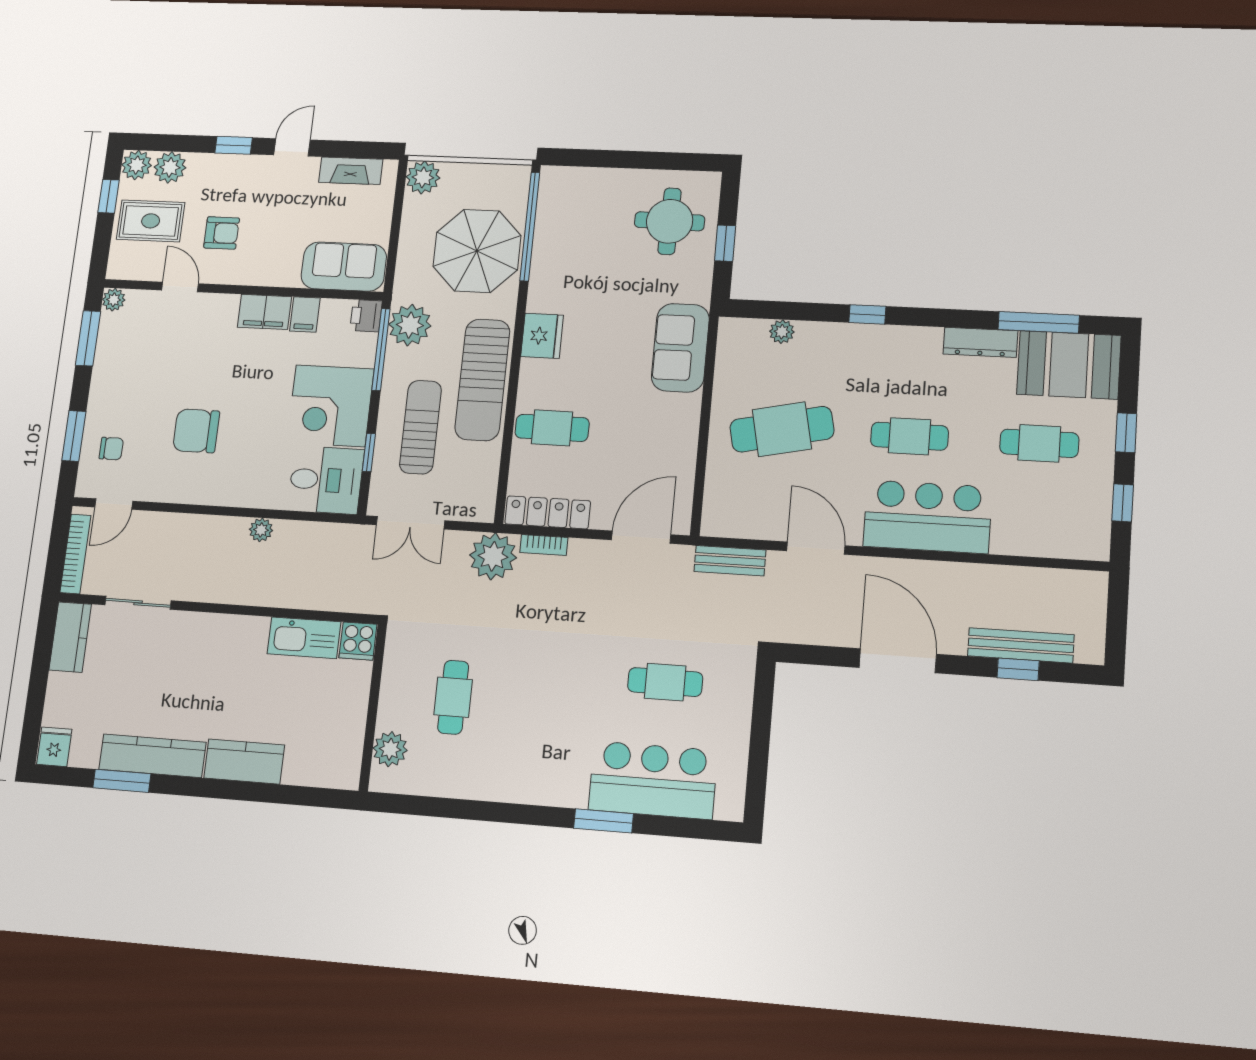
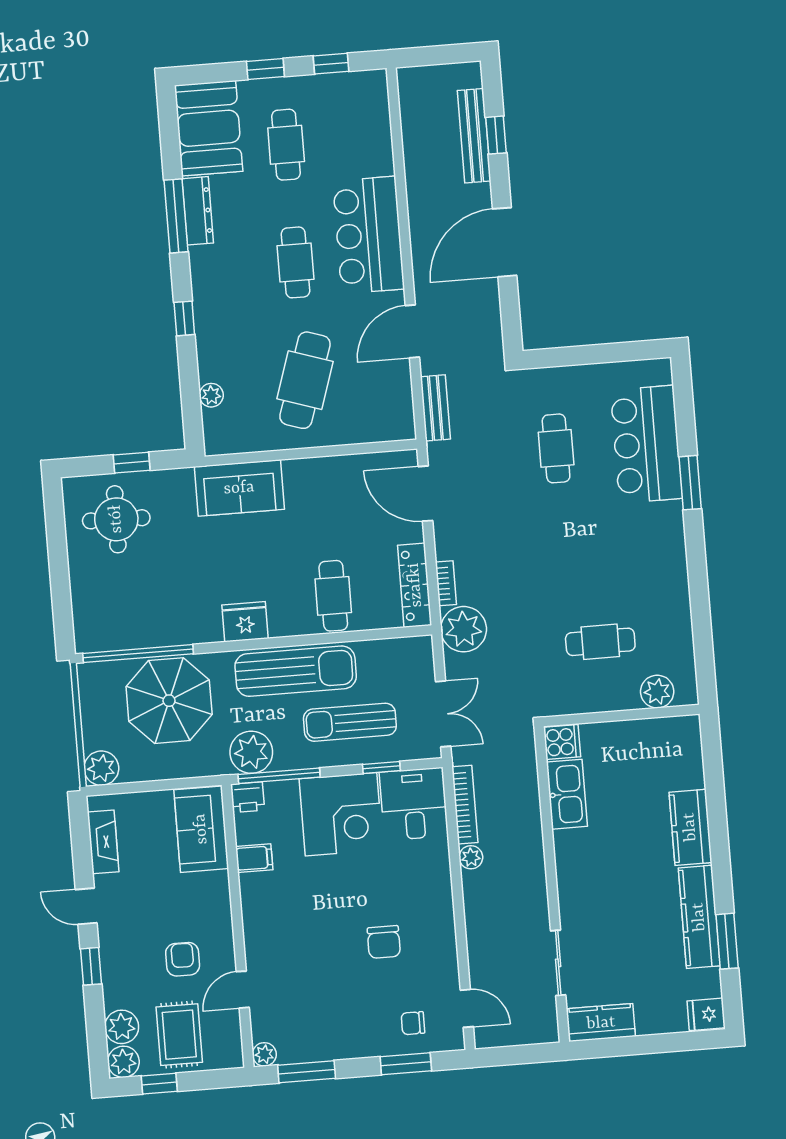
filing cabinet: (264, 312) -> (257, 899), removed
window: (1039, 322) -> (176, 216), moved
cafe table: (782, 429) -> (305, 380), turned 30
chair: (196, 431) -> (384, 942), width x0.73, depth x0.73
chair: (111, 449) -> (413, 1023), turned -90
bookcase: (75, 554) -> (465, 805), moved, turned 90

